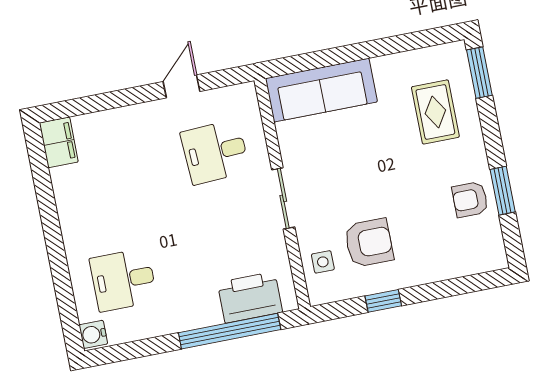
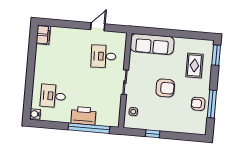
window: (503, 191) -> (212, 104), width x1.44
armchair: (369, 243) -> (165, 88), moved
printer: (250, 297) -> (83, 116), moved

